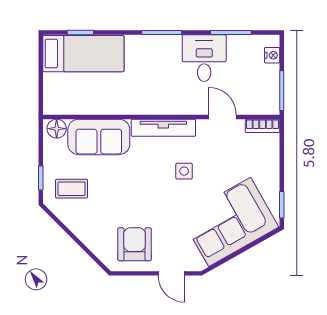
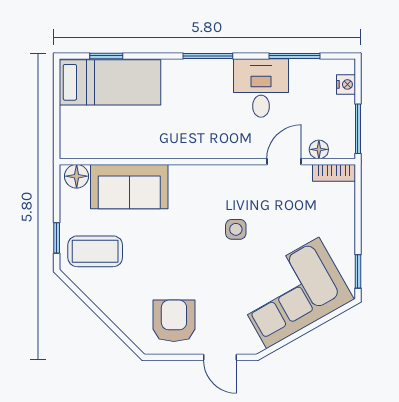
floor lamp: (250, 107) -> (319, 149), added
door: (223, 117) -> (284, 162), hinge flipped
tv unit: (163, 128) -> (210, 175), removed
coffee table: (72, 189) -> (95, 251), width x1.36, depth x1.30

